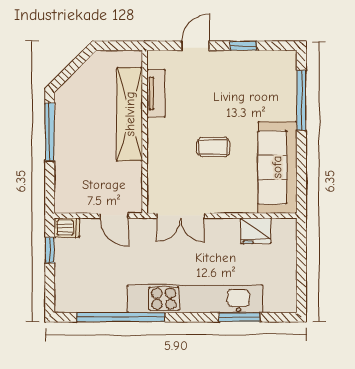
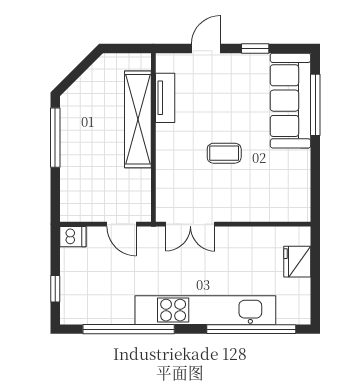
sofa: (277, 167) -> (291, 101), moved
fridge: (256, 231) -> (297, 262), moved, turned 90
window: (50, 250) -> (55, 289), moved
window: (239, 317) -> (251, 329), width x2.11

